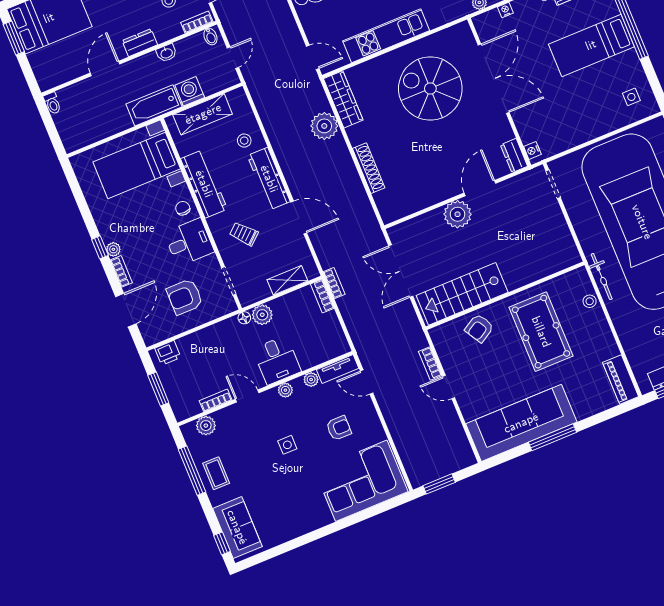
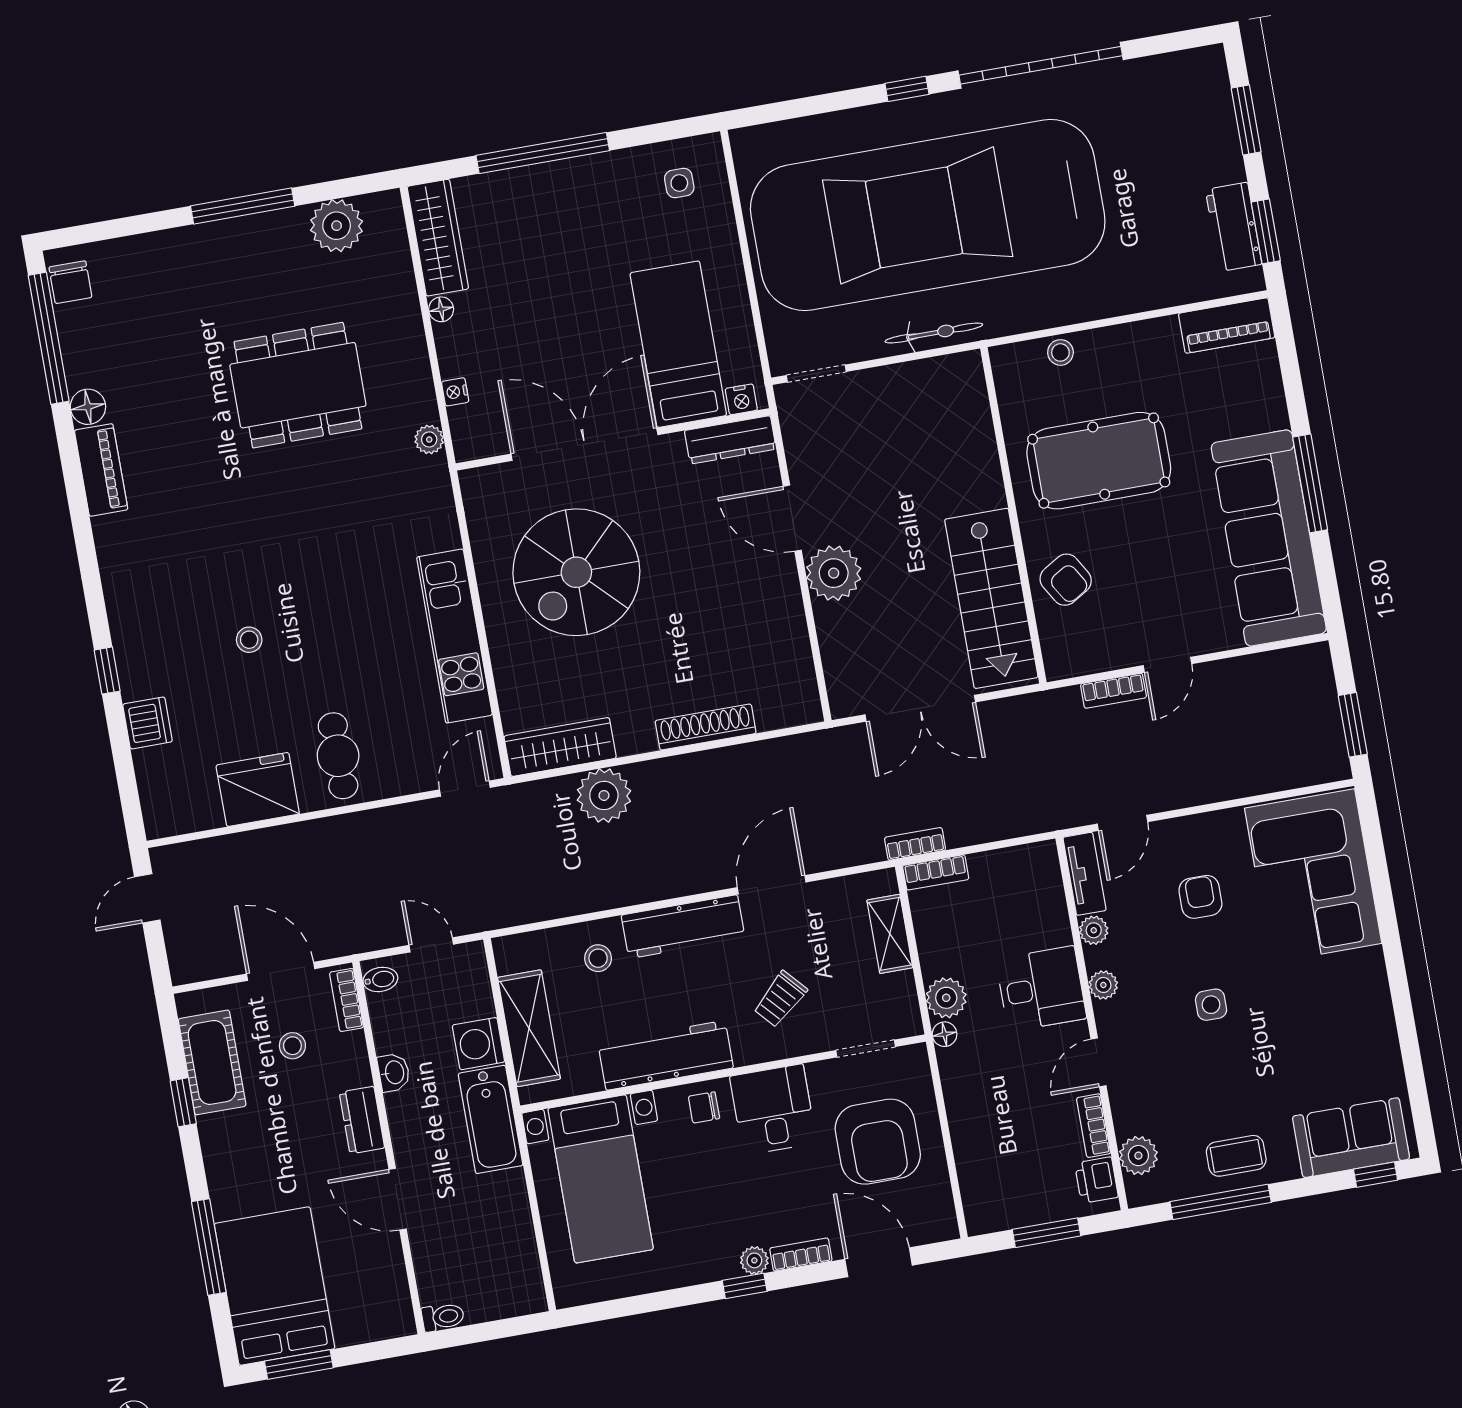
bed: (591, 45) -> (678, 344), moved, turned 180
dresser: (514, 156) -> (730, 440), width x1.44
bicycle: (602, 277) -> (934, 333), moved
armchair: (185, 297) -> (878, 1142), width x1.36, depth x1.36
printer: (168, 353) -> (1096, 1180), moved, turned 180

